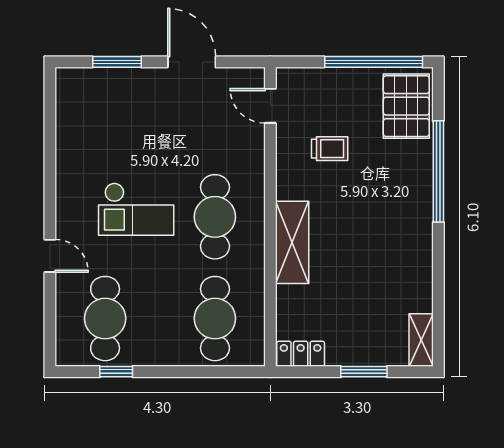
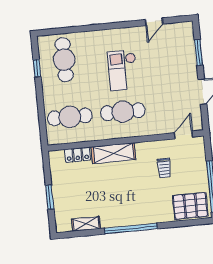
window: (438, 171) -> (131, 228), moved
door: (50, 256) -> (154, 22), moved
cafe table: (105, 319) -> (64, 60), turned 90
shelving: (421, 340) -> (86, 224), moved
locker: (301, 354) -> (78, 155), moved, turned 90

